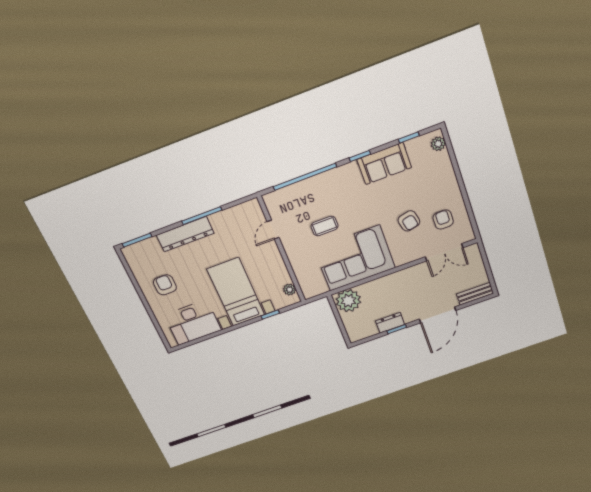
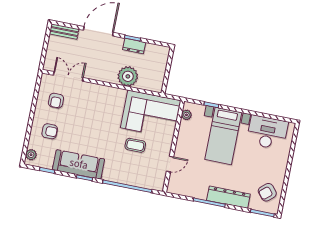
sofa: (384, 164) -> (79, 164), width x1.36
armchair: (409, 221) -> (50, 131), moved, turned 103
corner sofa: (355, 258) -> (151, 114), moved
armchair: (165, 285) -> (267, 192), moved, turned 50
plant: (348, 301) -> (128, 76), moved

